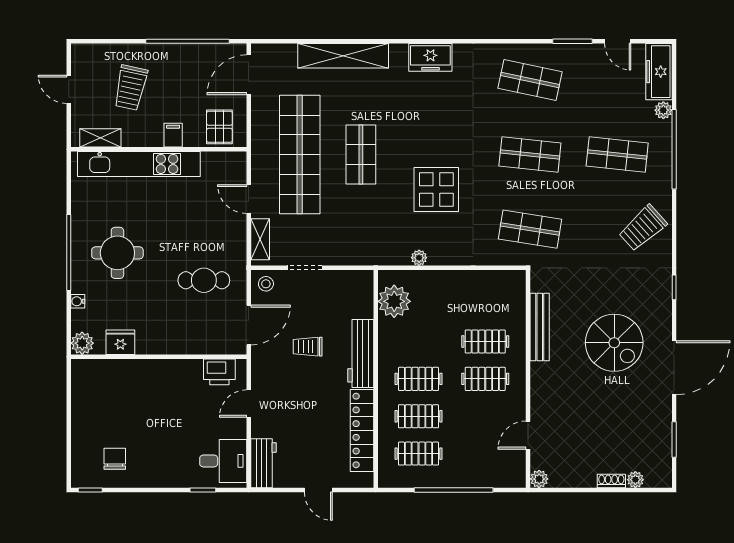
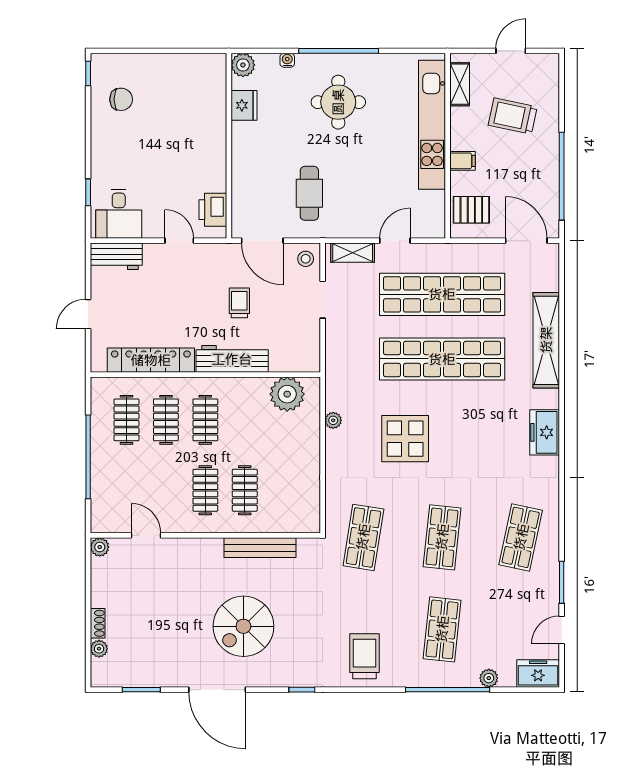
freezer: (659, 72) -> (538, 673), width x0.71
shop shelf: (361, 155) -> (442, 359), width x2.00, depth x1.36
trolley: (643, 228) -> (364, 656), turned 42

